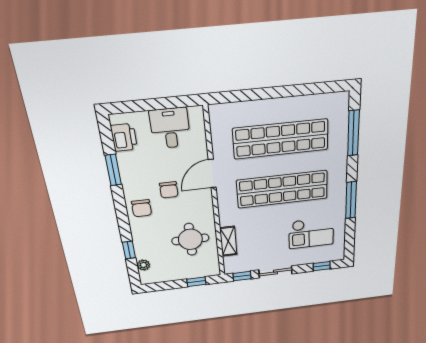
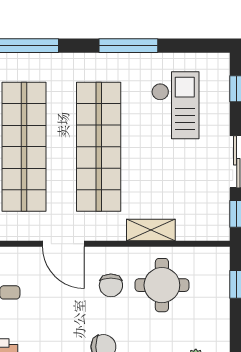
chair: (169, 190) -> (111, 285), moved, turned 90
shelving: (228, 241) -> (151, 230), moved

